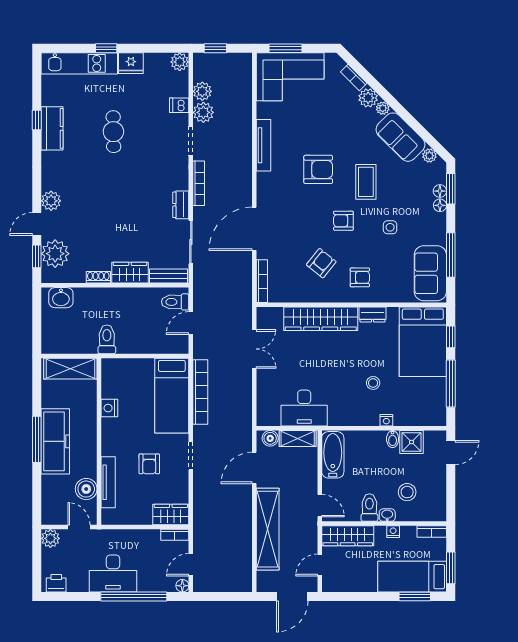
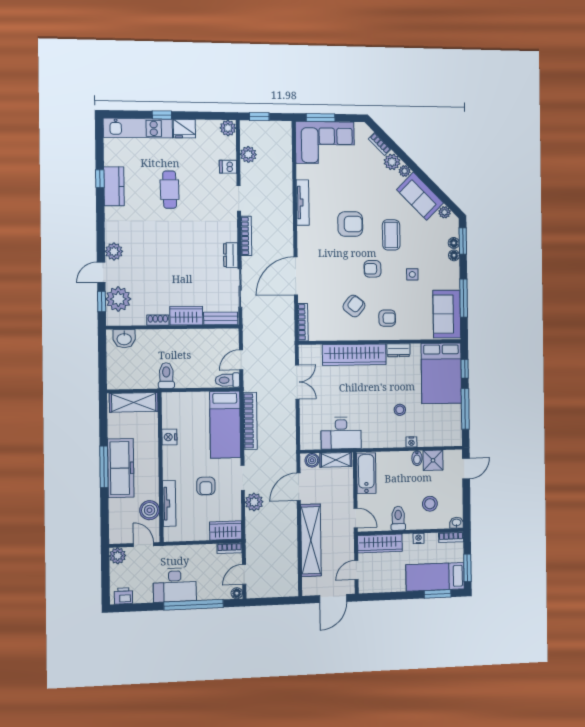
plant: (203, 112) -> (254, 502), moved
toilet: (175, 302) -> (227, 380), moved
washbasin: (387, 515) -> (457, 523), moved

